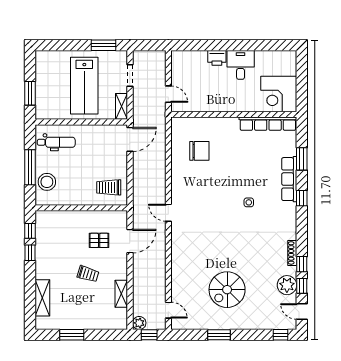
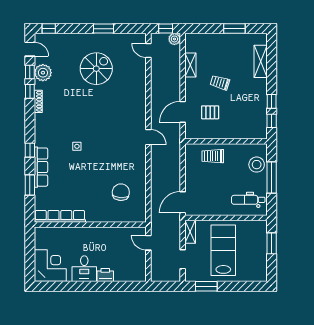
corner desk: (279, 94) -> (50, 266), moved
chair: (199, 151) -> (121, 192), turned 94
trolley: (109, 187) -> (213, 156), moved, turned 180

